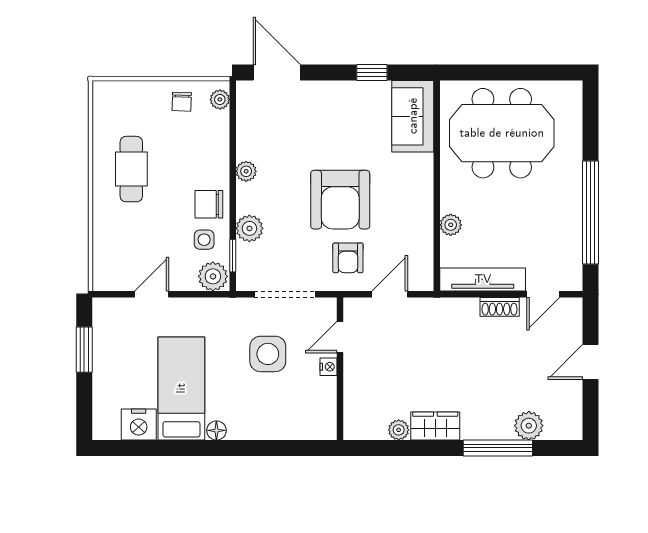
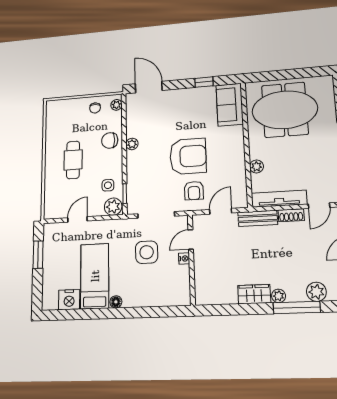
cafe table: (131, 169) -> (73, 160), moved
armchair: (340, 200) -> (188, 156), turned -90
chair: (209, 204) -> (110, 140), moved
plant: (249, 228) -> (134, 177), removed
bench: (448, 309) -> (258, 218), added
plant: (399, 430) -> (279, 296), moved

